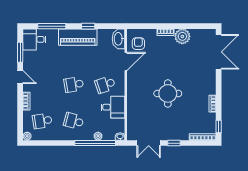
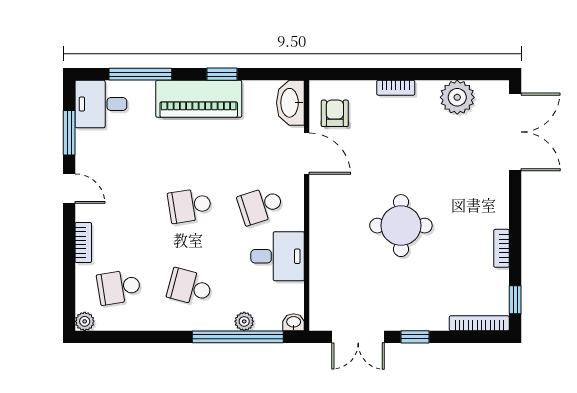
plant: (182, 36) -> (457, 97), moved
door: (126, 61) -> (307, 154), hinge flipped

